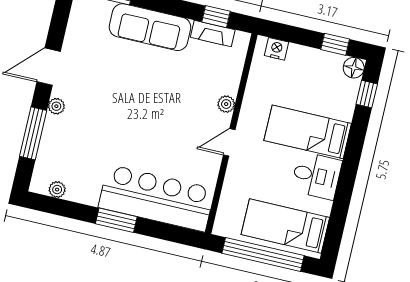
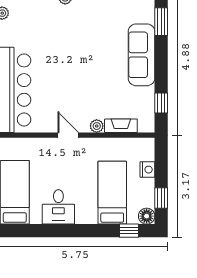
fireplace: (213, 33) -> (121, 126), moved, turned 90
nightstand: (277, 49) -> (147, 170), moved
bed: (308, 132) -> (112, 193), moved

